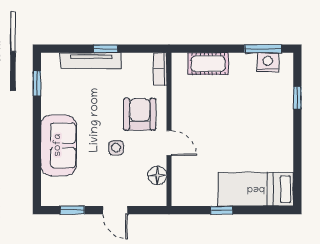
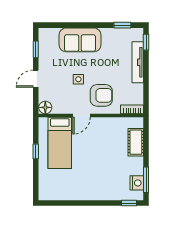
window: (106, 49) -> (146, 42), moved
window: (297, 98) -> (129, 203), moved
floor lamp: (157, 175) -> (45, 107), moved
bed: (256, 189) -> (60, 143), moved, turned 180

